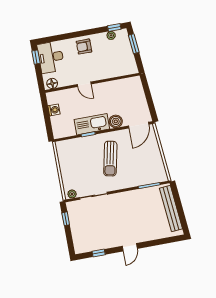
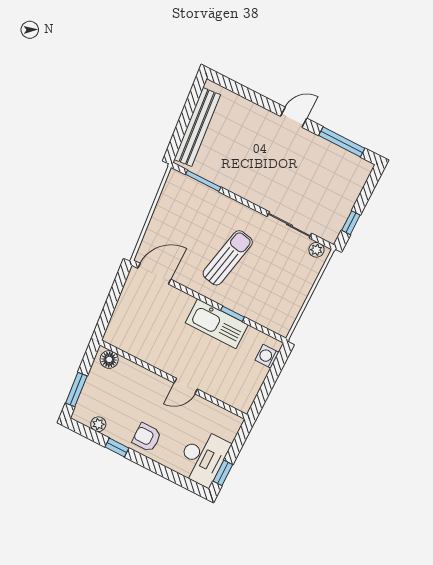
window: (114, 28) -> (117, 448), moved
armchair: (84, 47) -> (147, 437), turned 180
floor lamp: (52, 83) -> (109, 359), moved
door: (84, 84) -> (186, 386), swing flipped
washing machine: (54, 110) -> (267, 356), moved
boiler: (116, 121) -> (182, 303), removed
window: (99, 253) -> (342, 142), width x2.17

